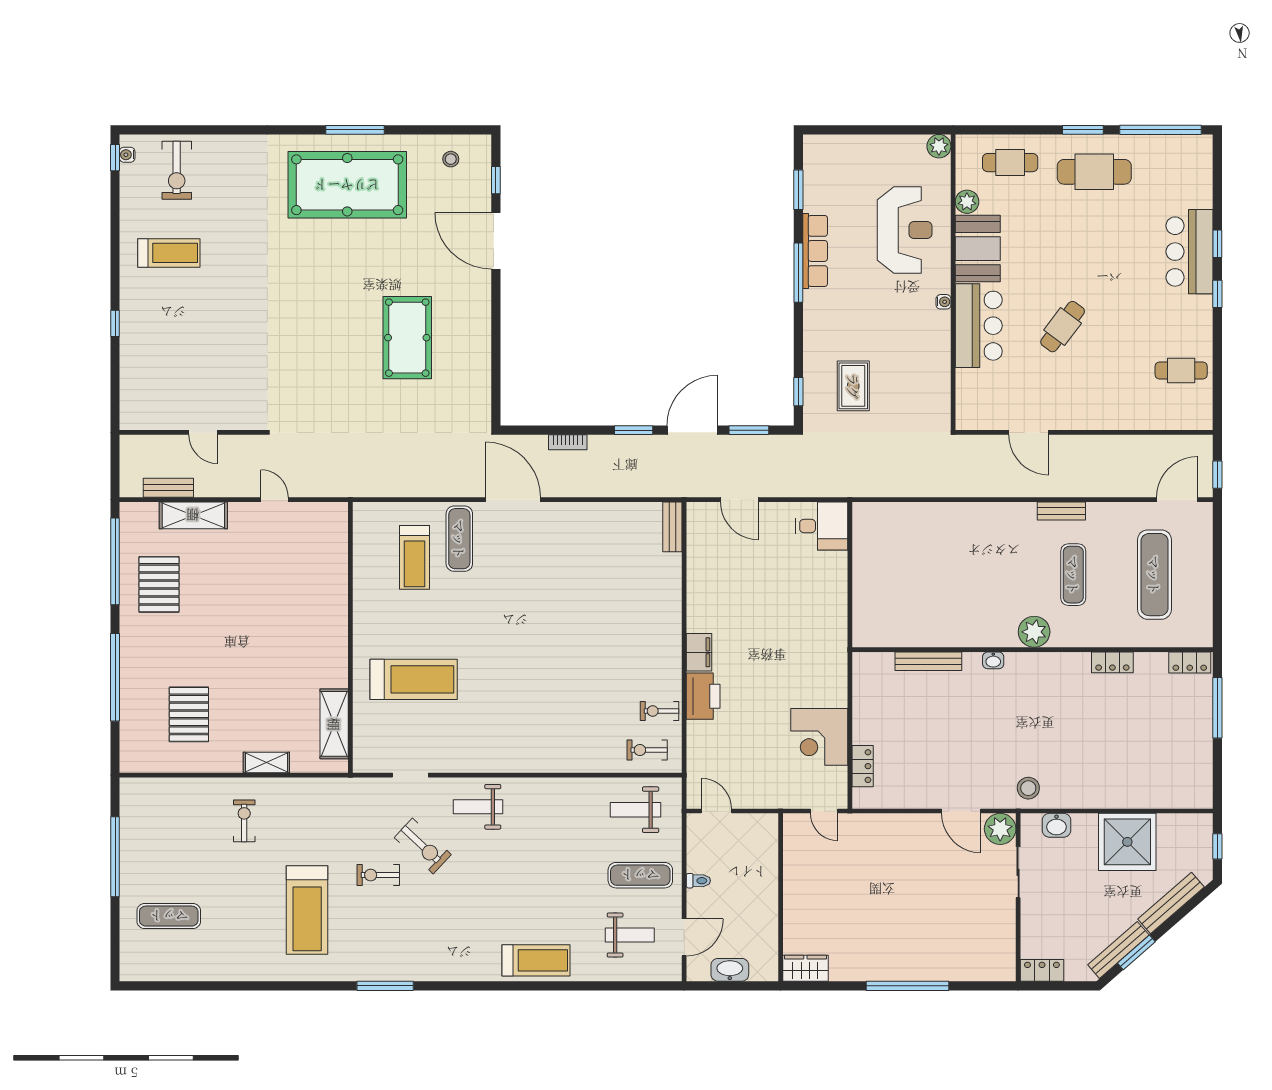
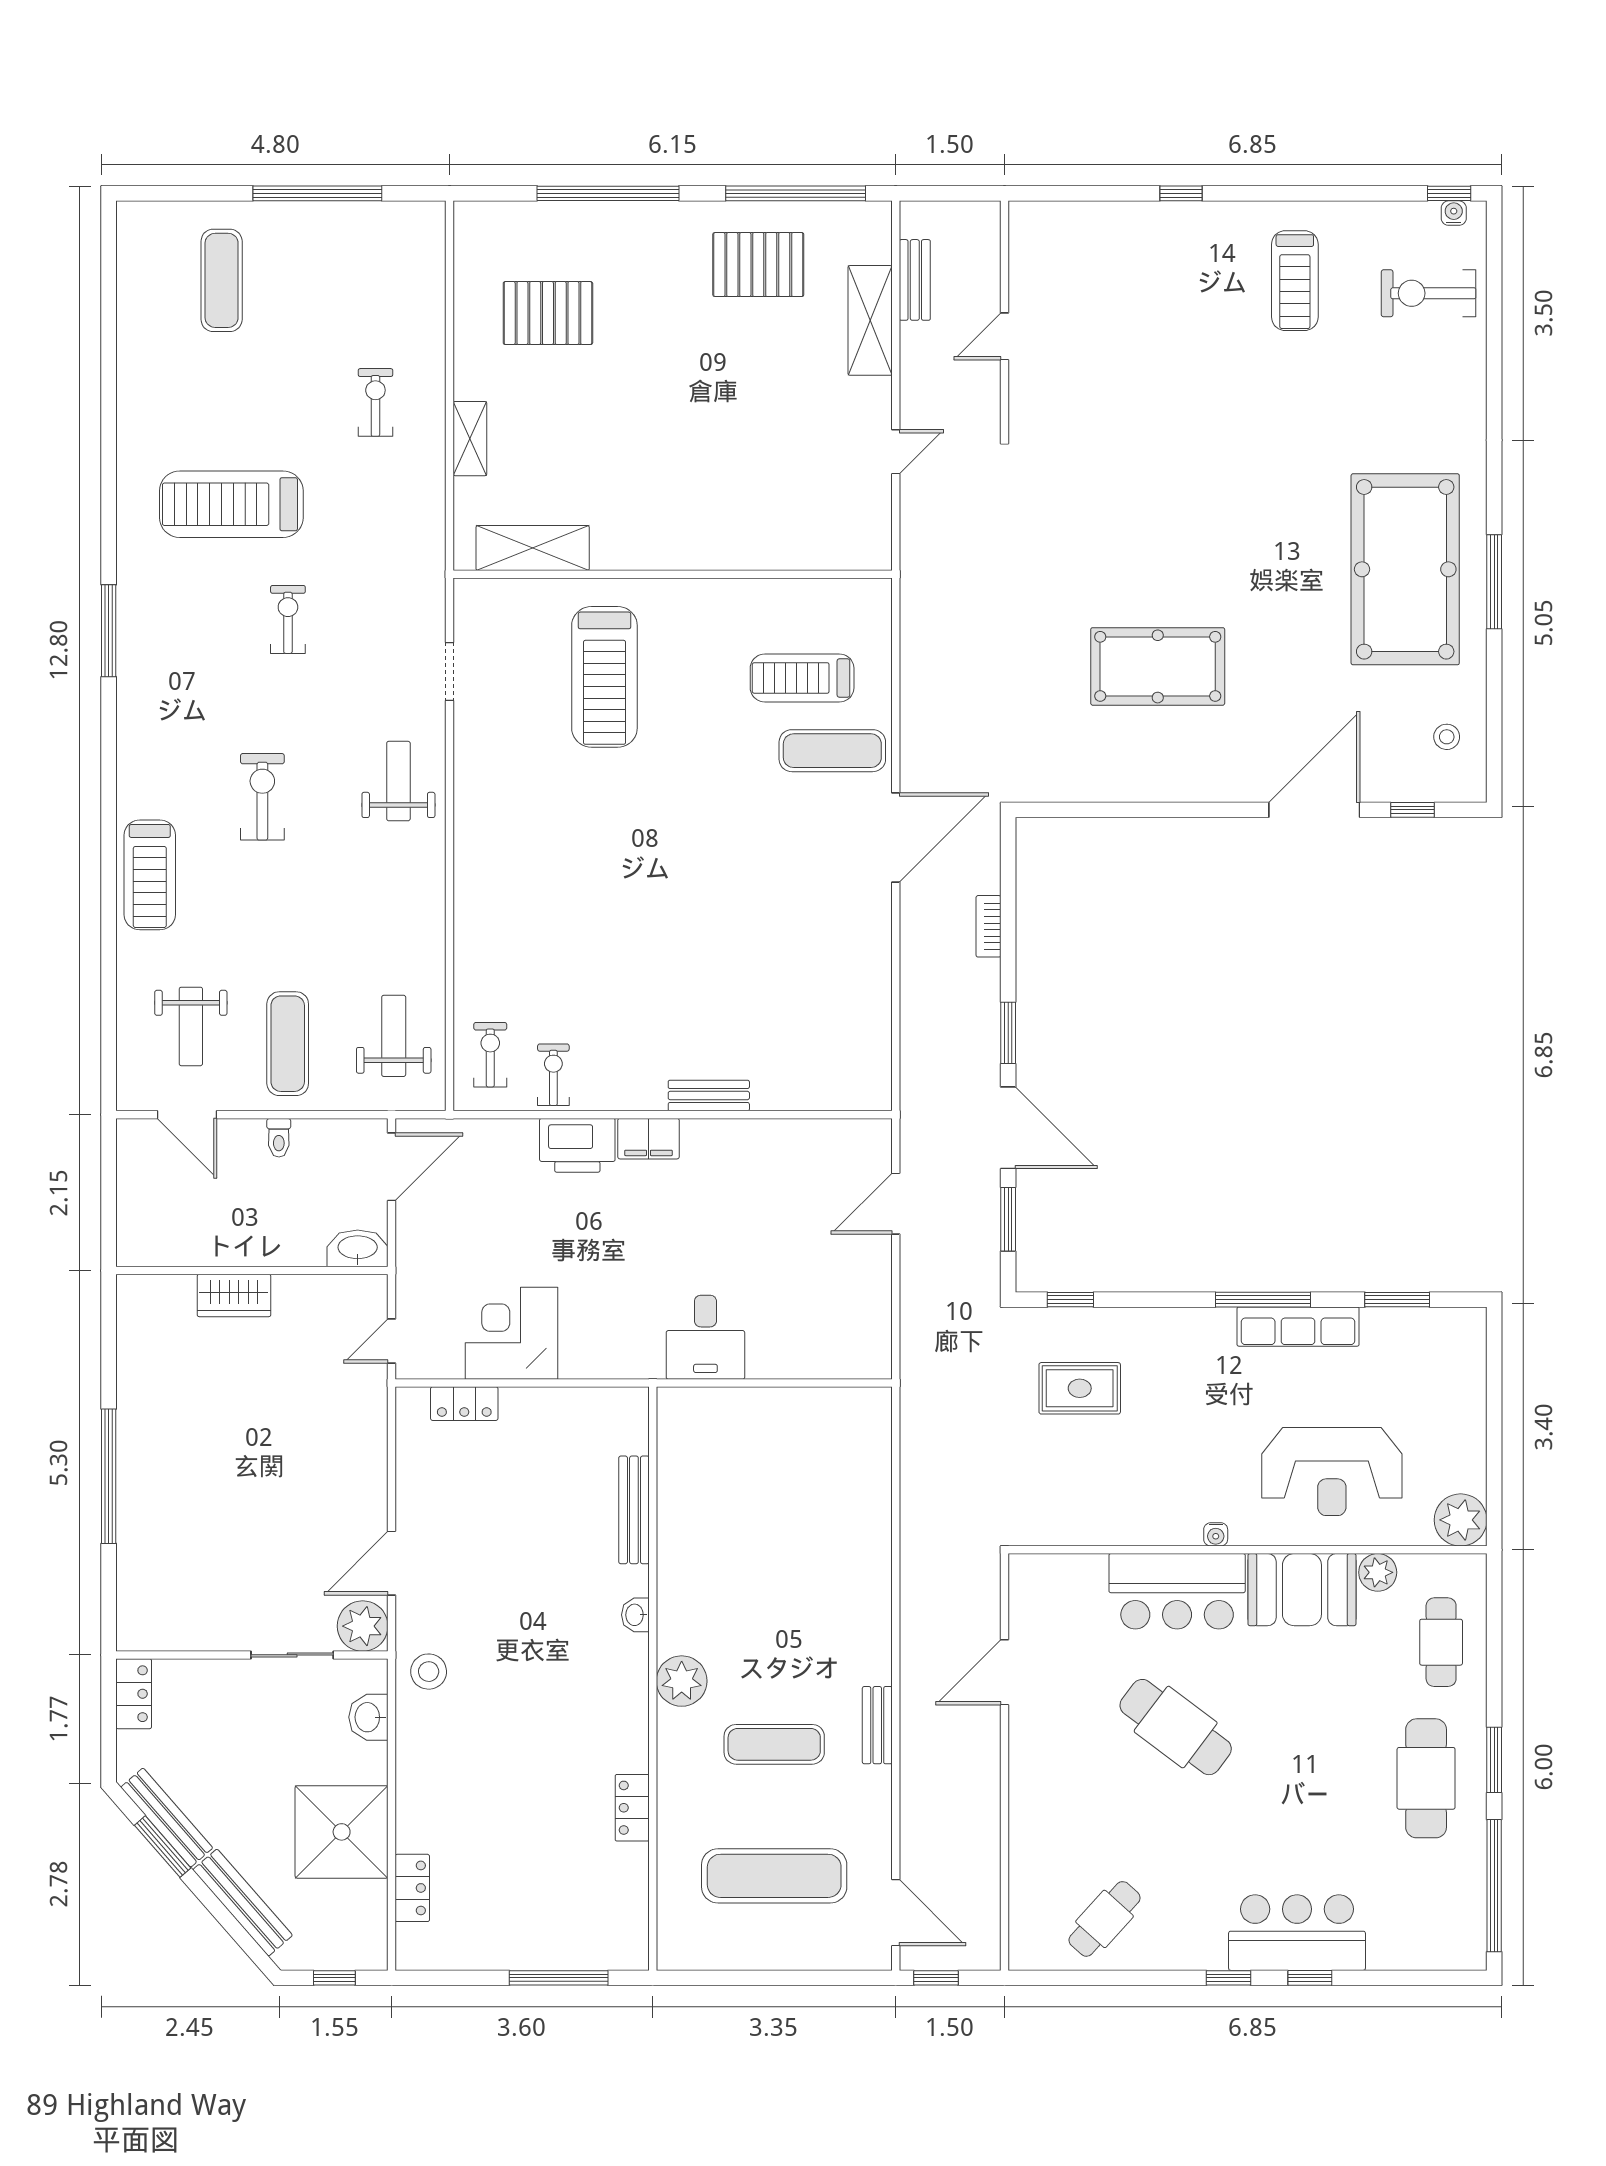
plant: (939, 146) -> (1461, 1520), width x1.36, depth x1.36
cafe table: (1063, 327) -> (1176, 1727), width x1.37, depth x1.35
cafe table: (1181, 370) -> (1105, 1919), turned 42
desk: (822, 526) -> (705, 1337), moved
bench: (672, 527) -> (709, 1096), moved
locker: (1190, 662) -> (412, 1888), moved, turned 180
door: (716, 811) -> (392, 1167), width x1.38
exercise bike: (244, 821) -> (375, 402), turned -90
exercise bike: (423, 846) -> (262, 797), moved, turned 137
wardrobe: (805, 968) -> (234, 1295), moved, turned 90
washbasin: (730, 970) -> (358, 1248), moved, turned -90

